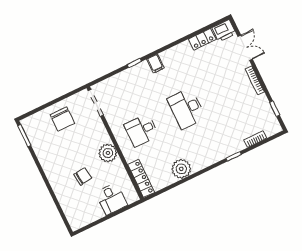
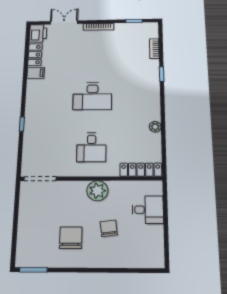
filing cabinet: (155, 64) -> (36, 73), moved
chair: (62, 119) -> (71, 238), moved, turned -90
plant: (181, 169) -> (155, 127), width x0.53, depth x0.53

